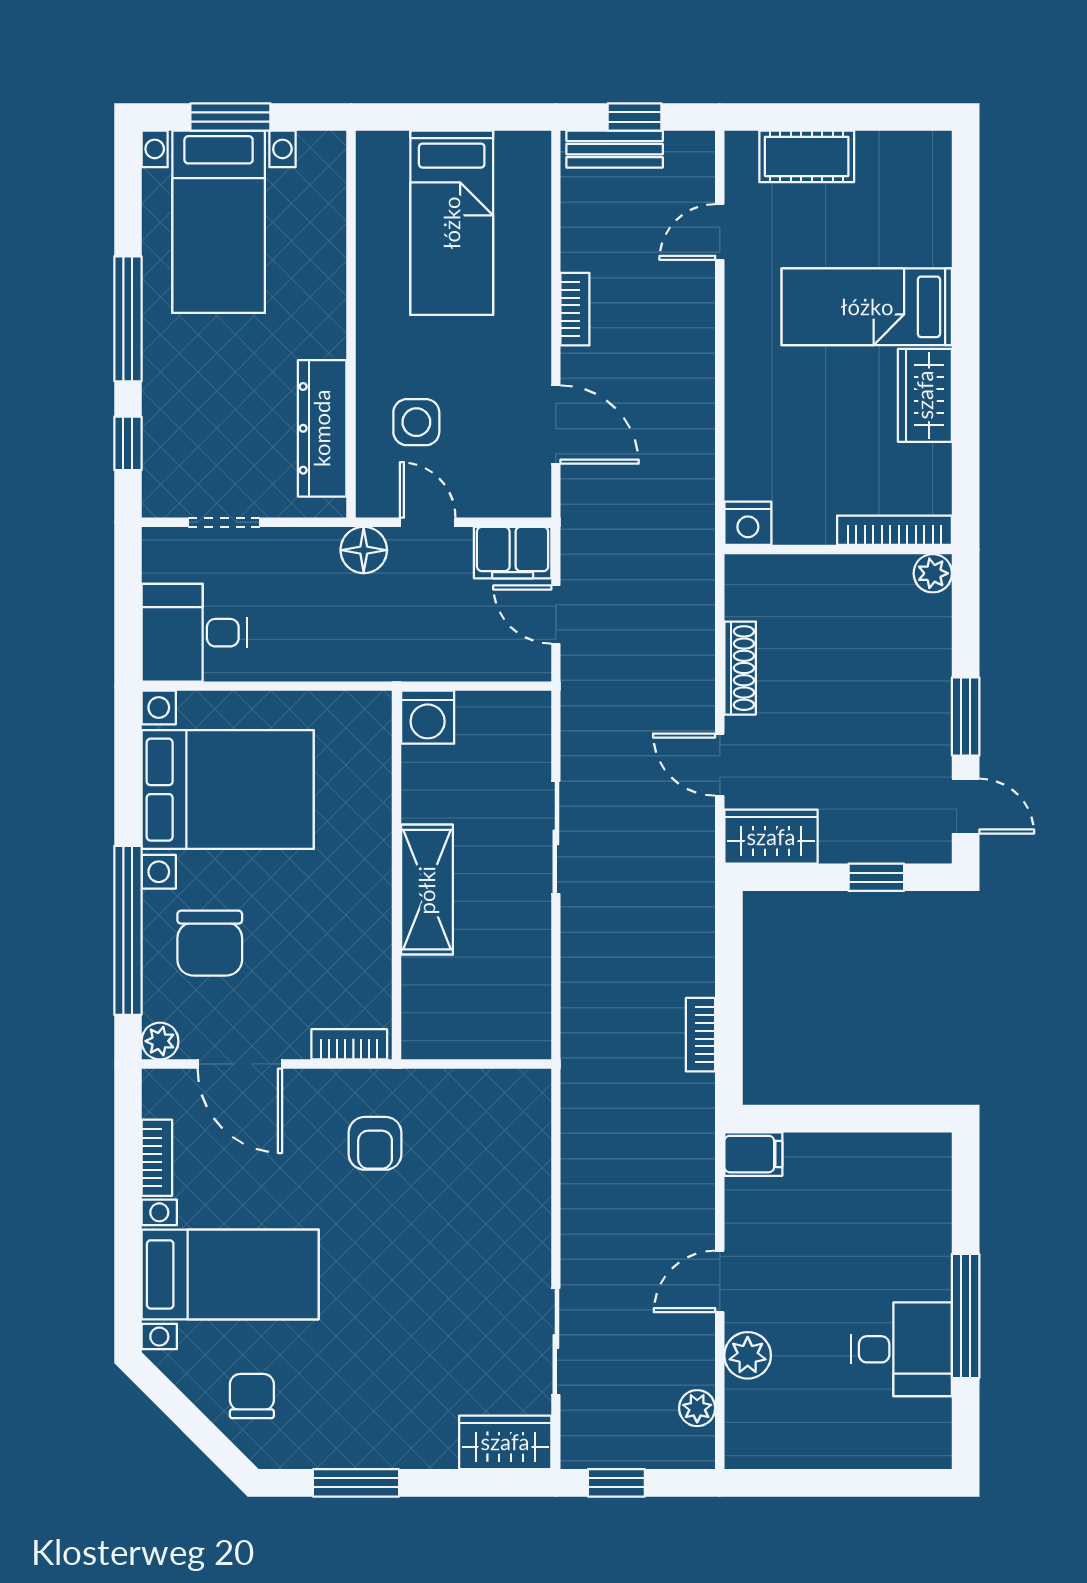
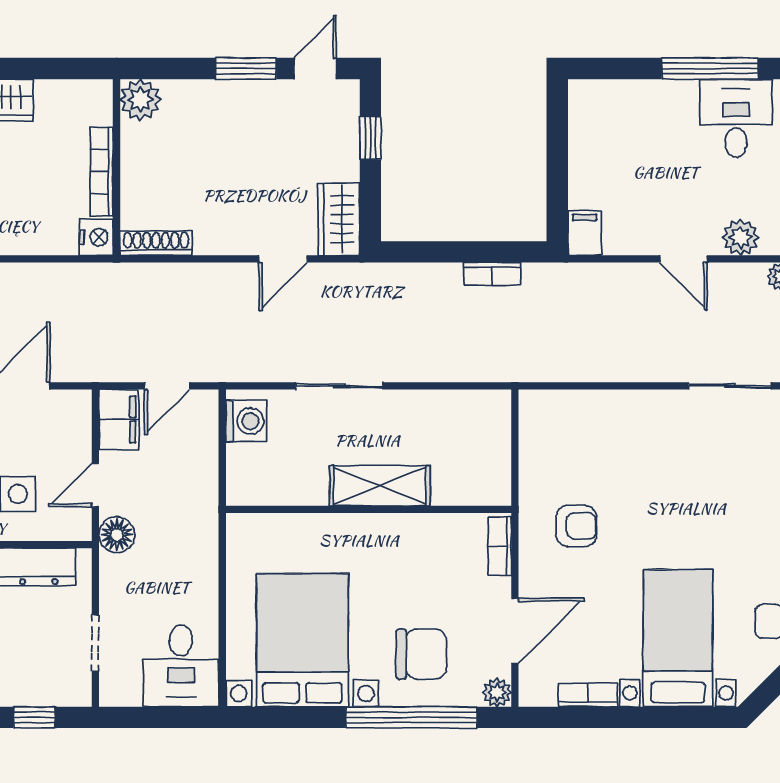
bookcase: (895, 530) -> (102, 172), moved
plant: (933, 573) -> (140, 100), width x1.38, depth x1.38
shoe rack: (740, 668) -> (156, 243), moved
washing machine: (428, 717) -> (246, 421), moved

